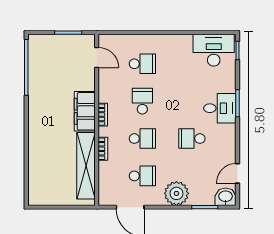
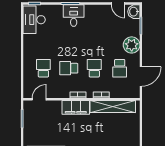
school desk: (192, 139) -> (94, 35), removed
school desk: (142, 176) -> (120, 68), turned 180

